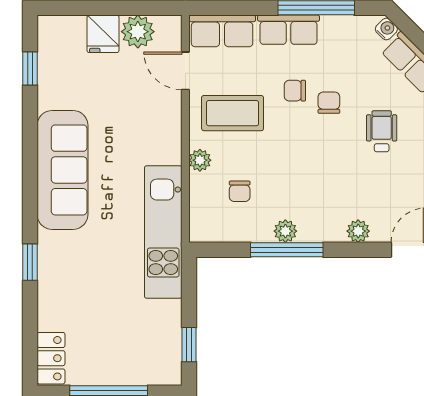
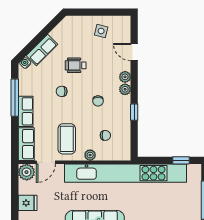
plant: (138, 32) -> (27, 172), moved
chair: (295, 91) -> (98, 101), moved
plant: (285, 231) -> (125, 89), moved
kitchen unit: (163, 232) -> (125, 173), width x1.86
window: (287, 250) -> (134, 112), width x0.46

